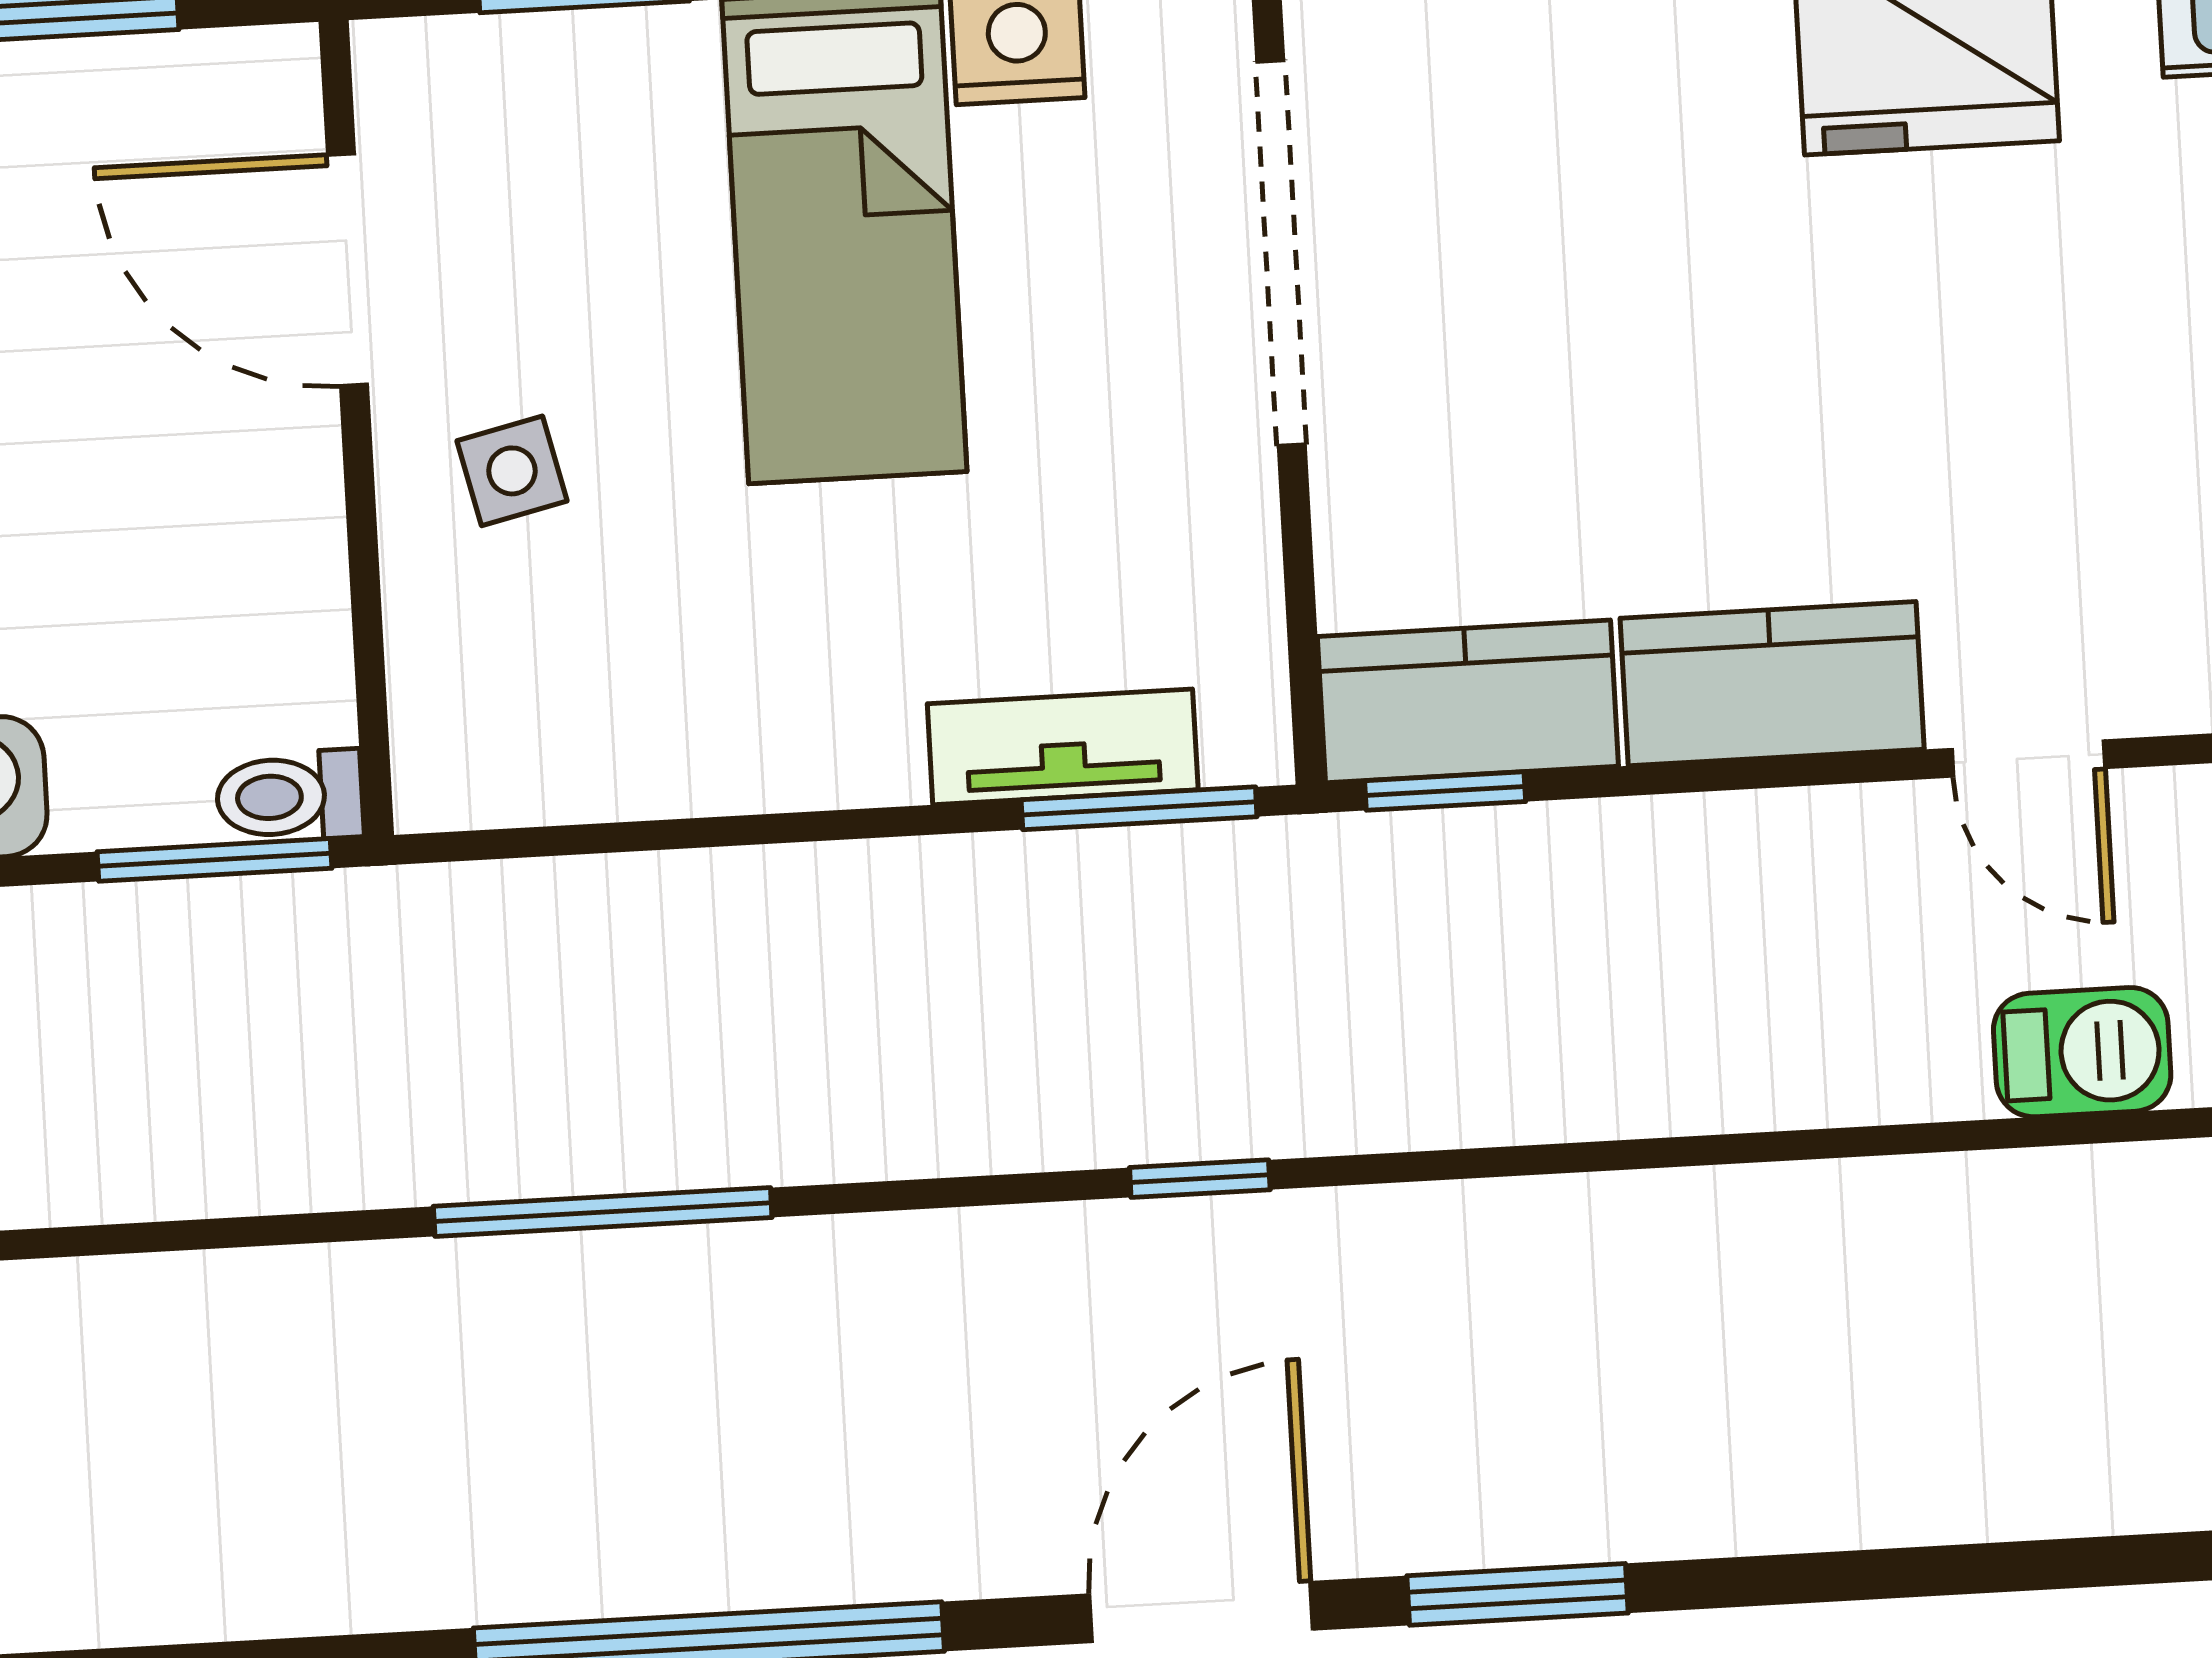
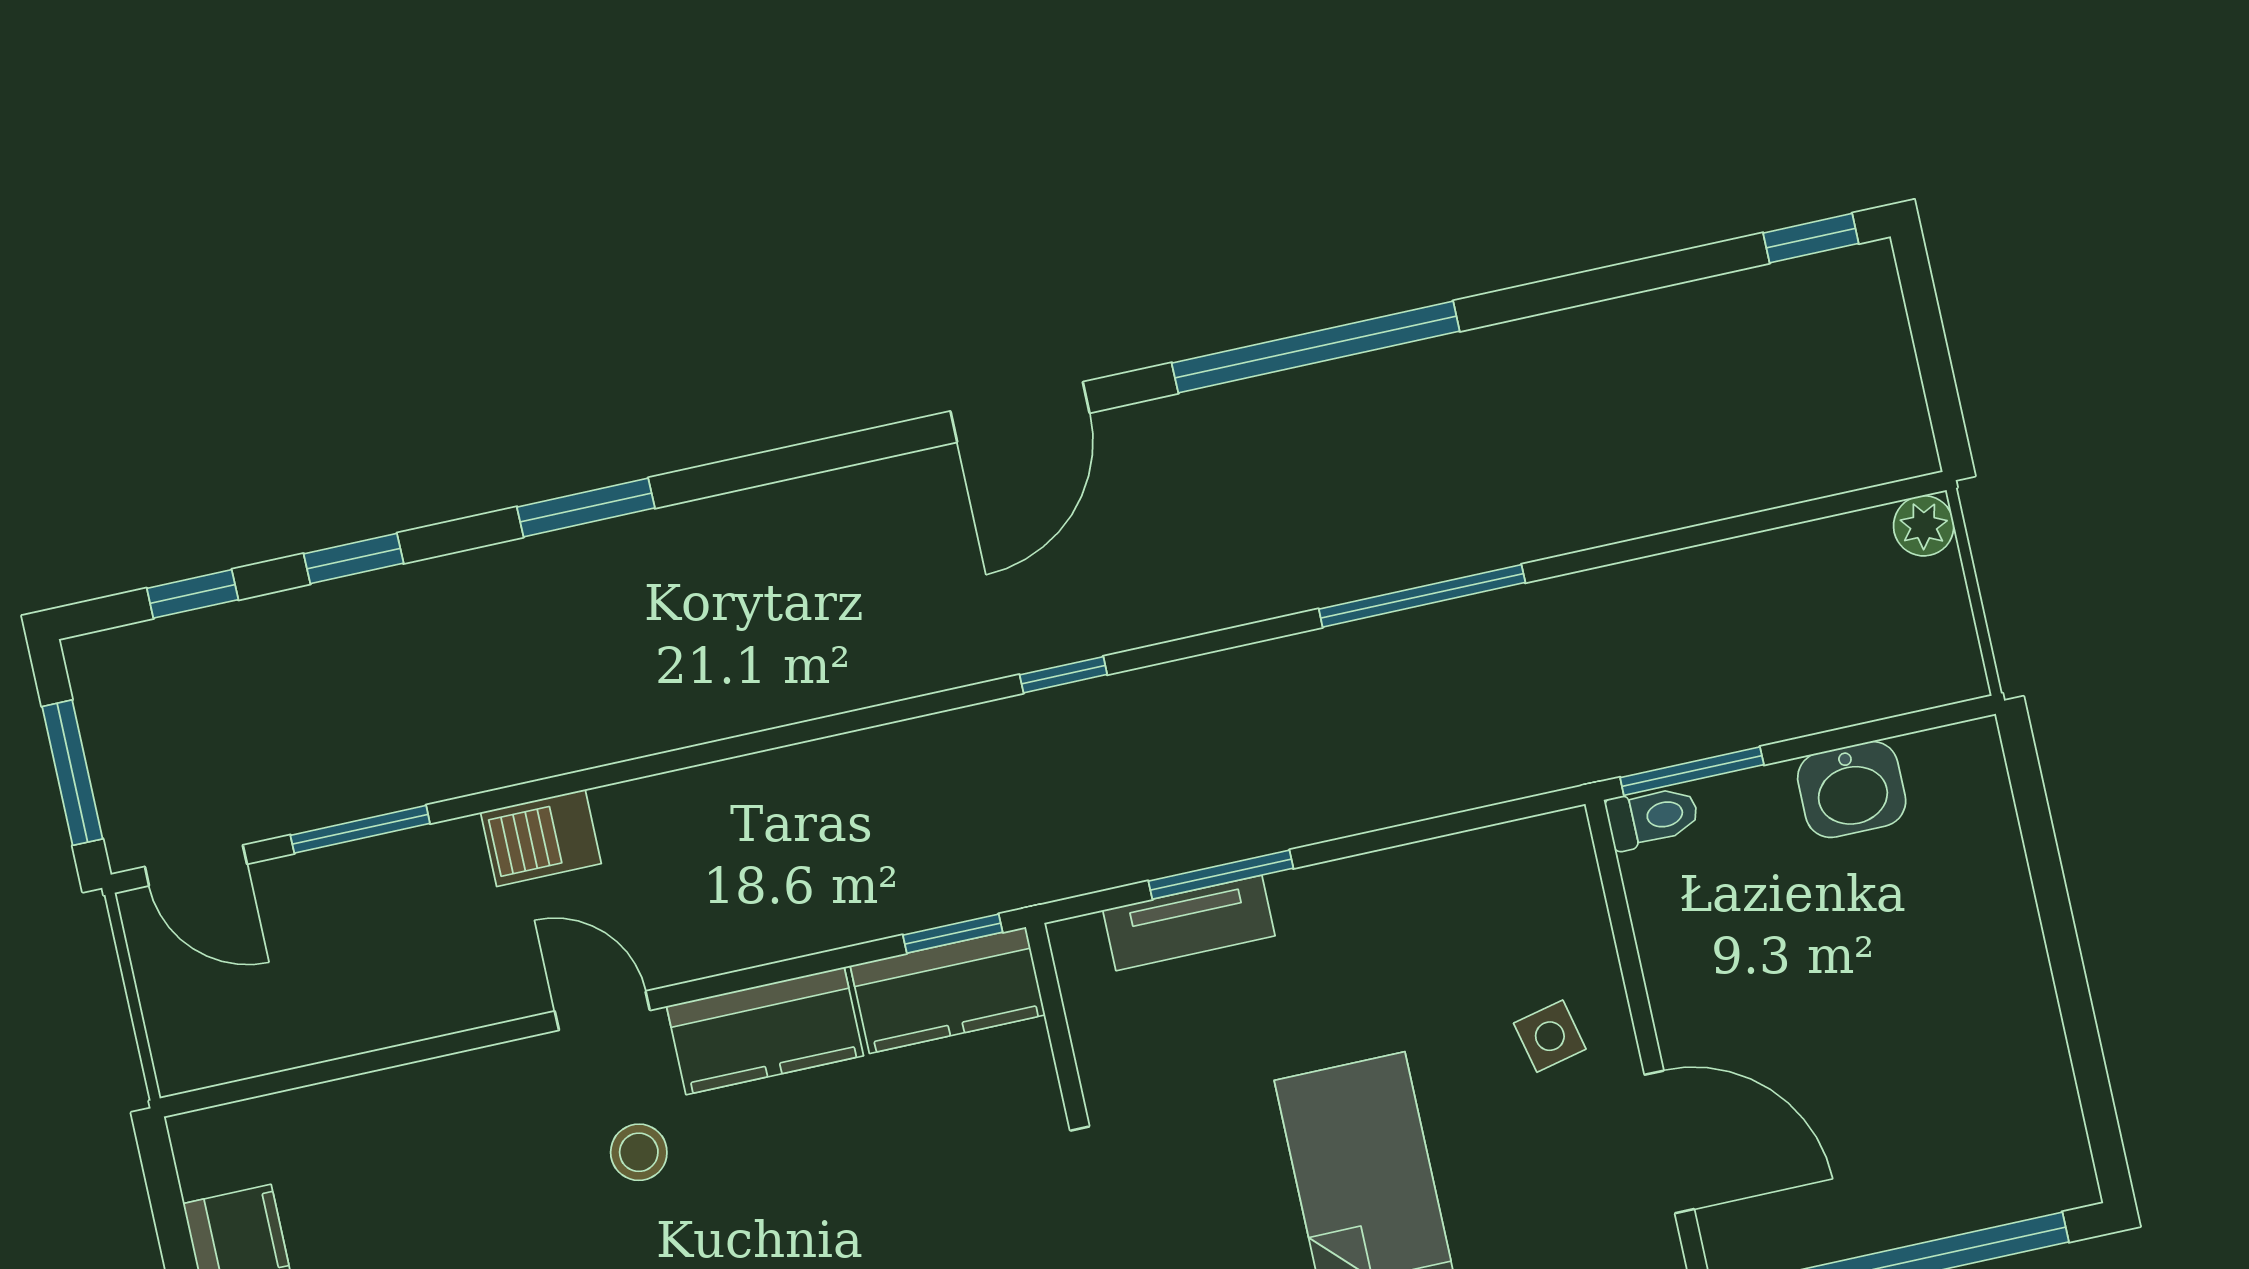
stool: (2007, 521) -> (639, 1152), added
window: (1139, 808) -> (1221, 875), moved
window: (1517, 1594) -> (586, 507), moved

